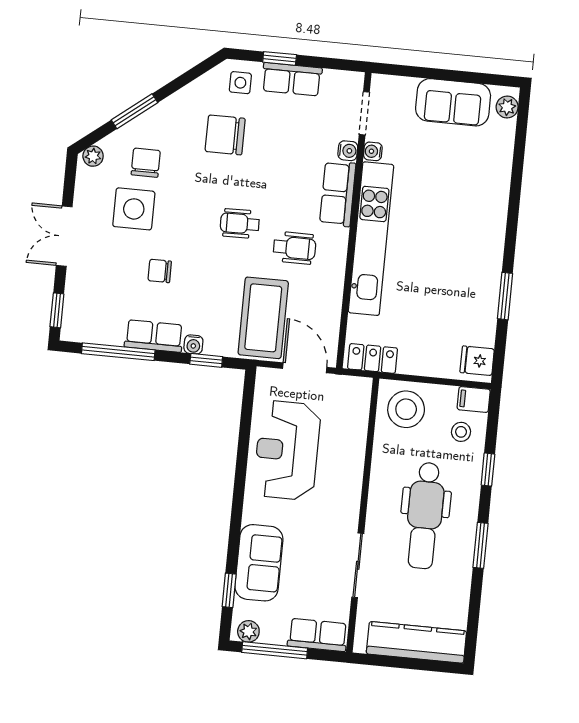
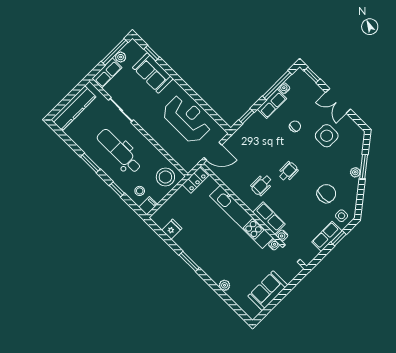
plant: (507, 107) -> (225, 285), moved
plant: (93, 156) -> (355, 172), moved
chair: (146, 163) -> (341, 155), removed
double door: (64, 236) -> (338, 101), swing flipped
window: (505, 296) -> (189, 261), moved
coffee table: (263, 318) -> (245, 151), removed
water cooler: (193, 344) -> (284, 88), moved
fridge: (477, 361) -> (172, 229), moved
plant: (248, 631) -> (121, 57), moved

